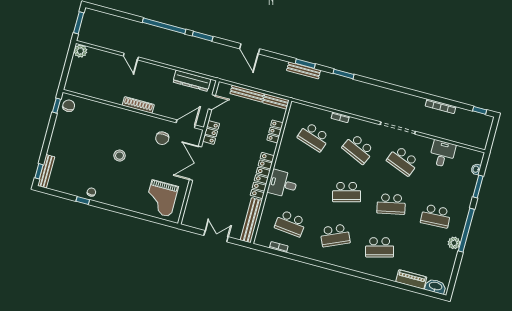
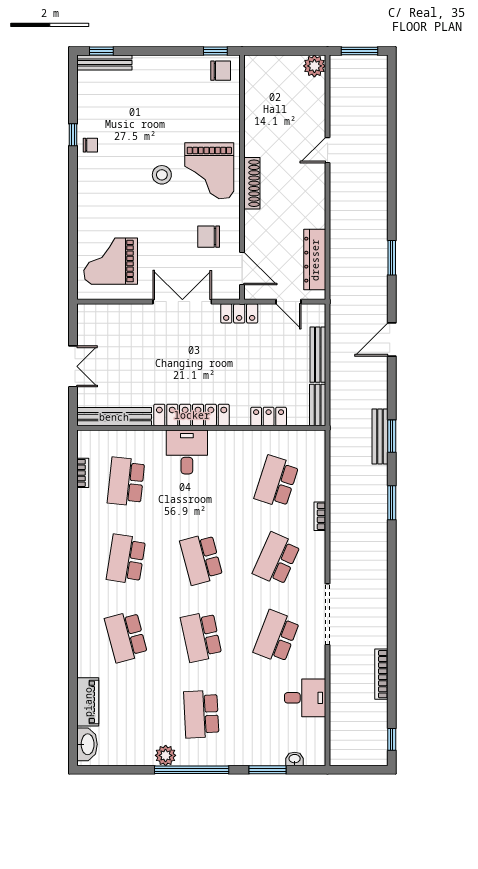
window: (164, 26) -> (392, 191), removed
grand piano: (124, 128) -> (209, 171), added
school desk: (335, 235) -> (126, 559), turned 33

